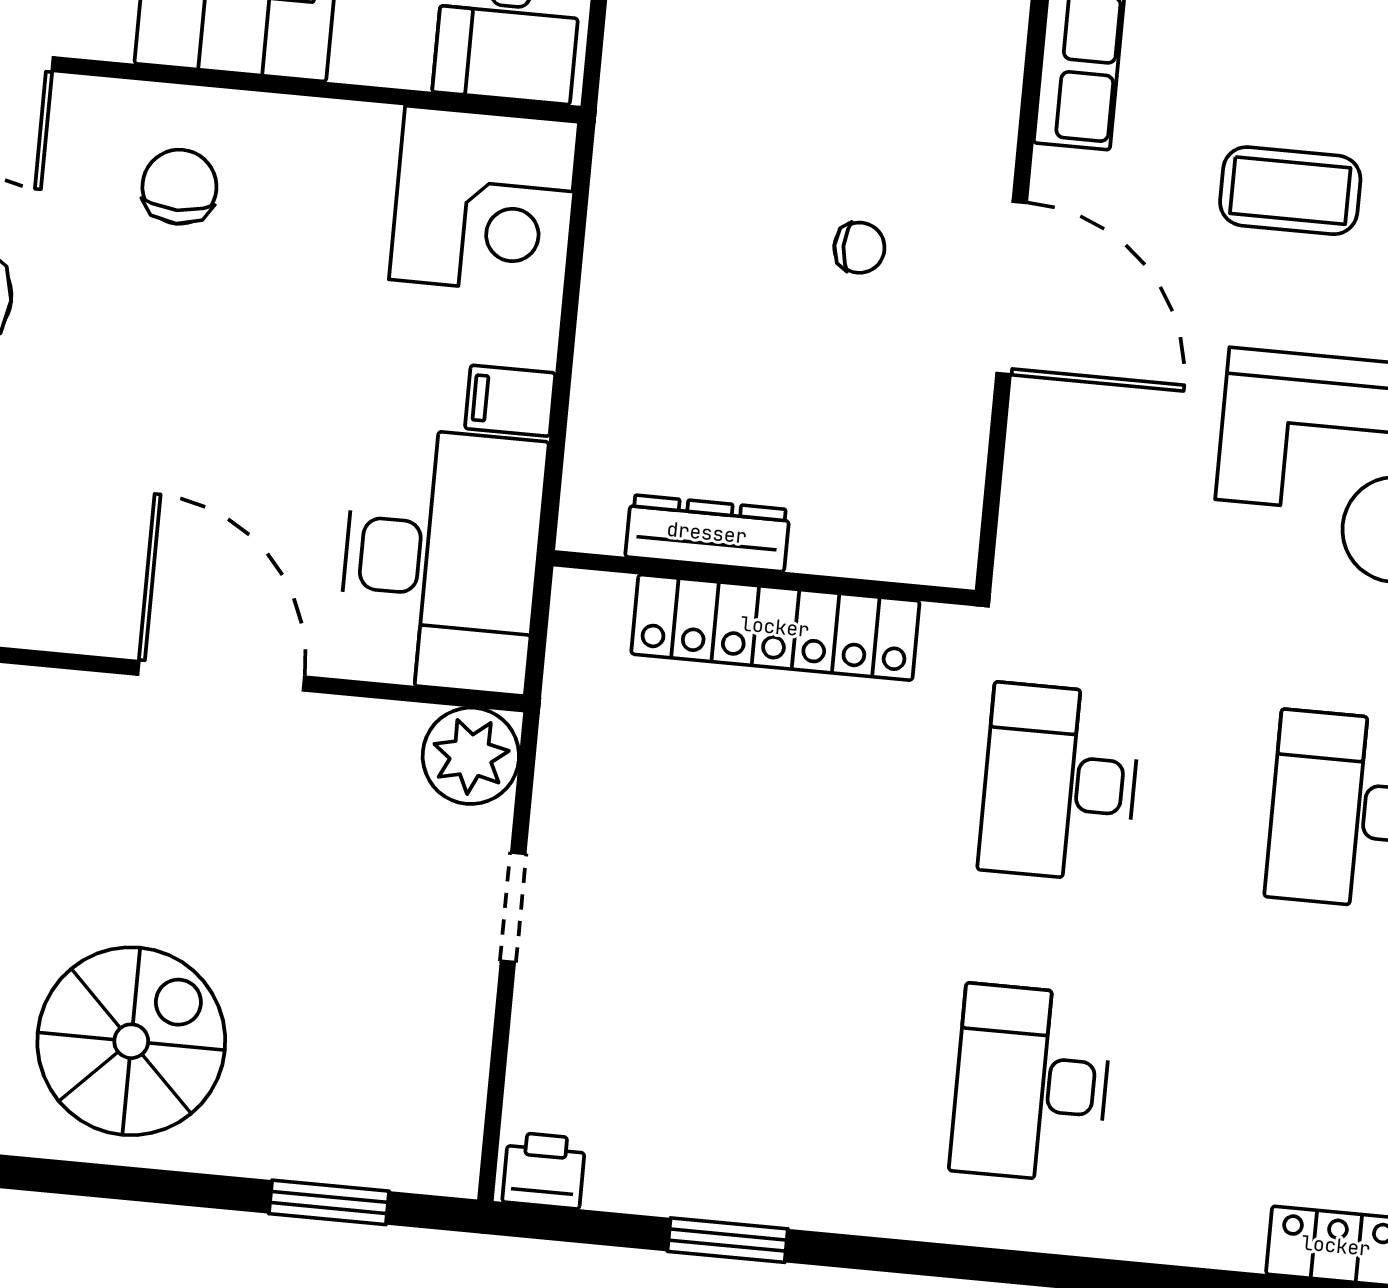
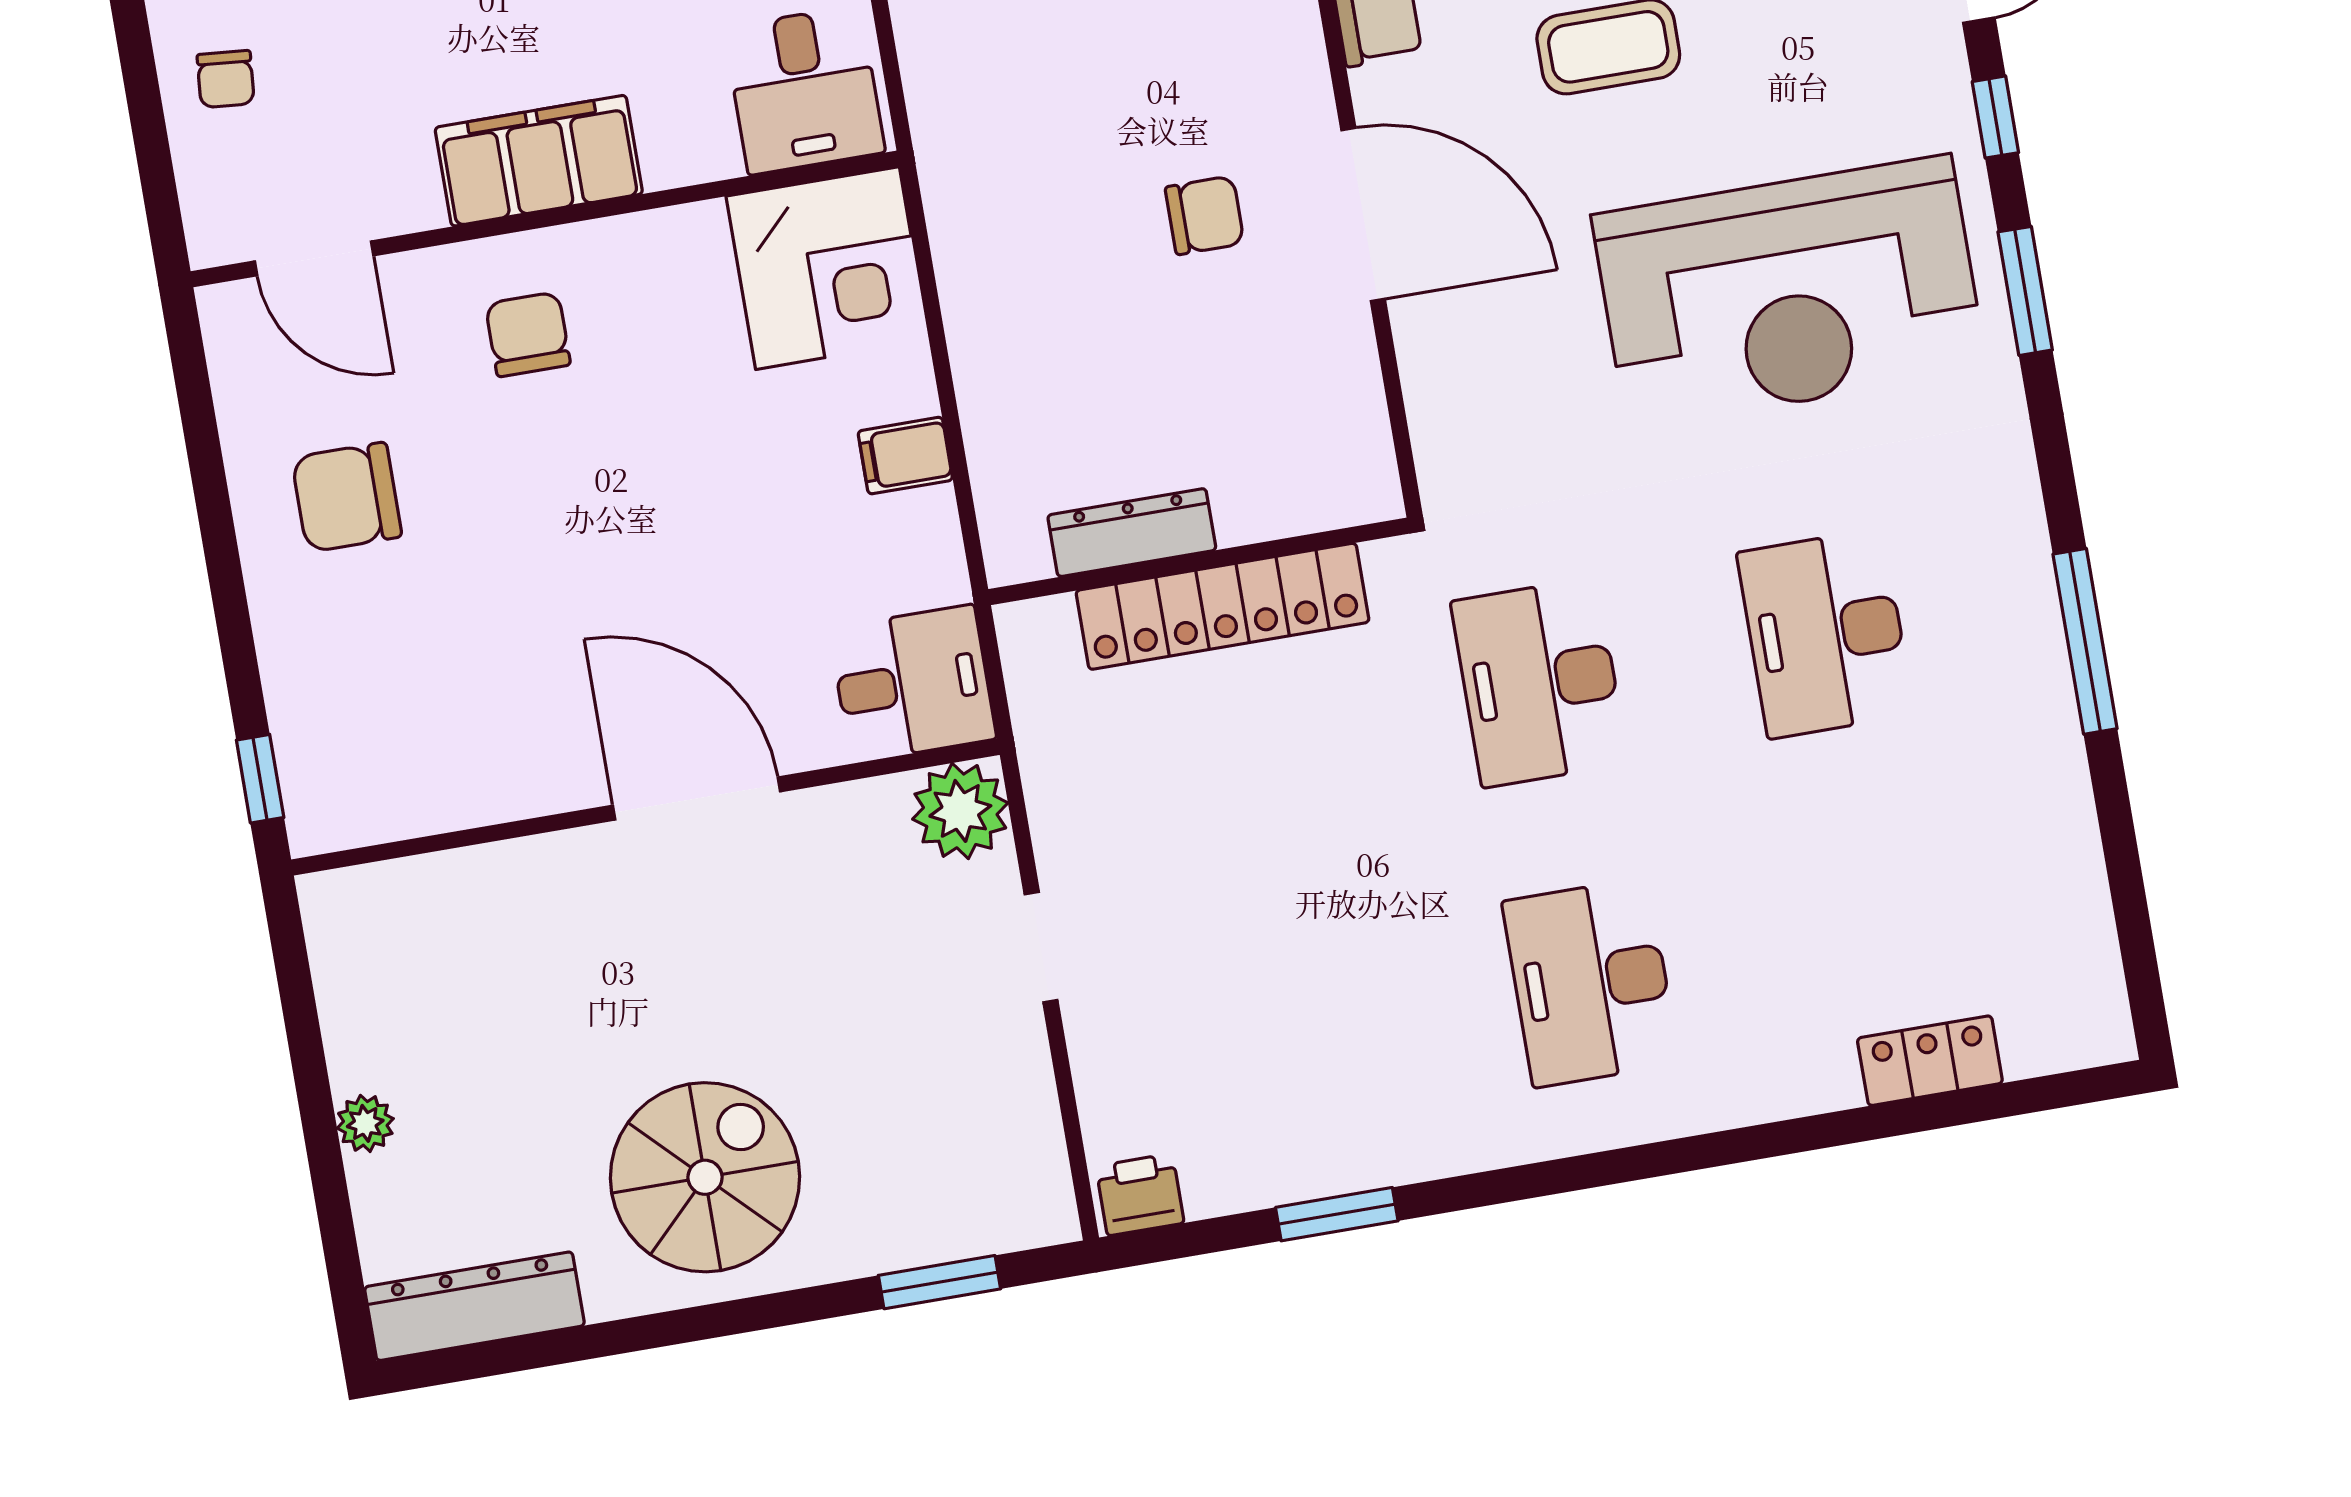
chair: (859, 248) -> (1205, 215), width x1.37, depth x1.37
desk: (442, 560) -> (913, 684), width x0.53, depth x0.77

